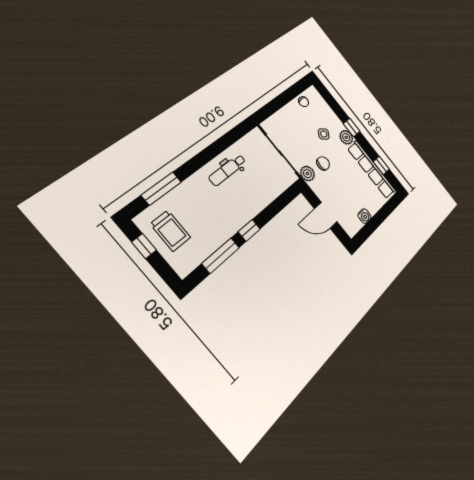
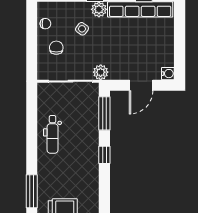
chair: (323, 163) -> (56, 48), moved
water cooler: (364, 216) -> (168, 74), moved
window: (221, 255) -> (104, 113), moved

